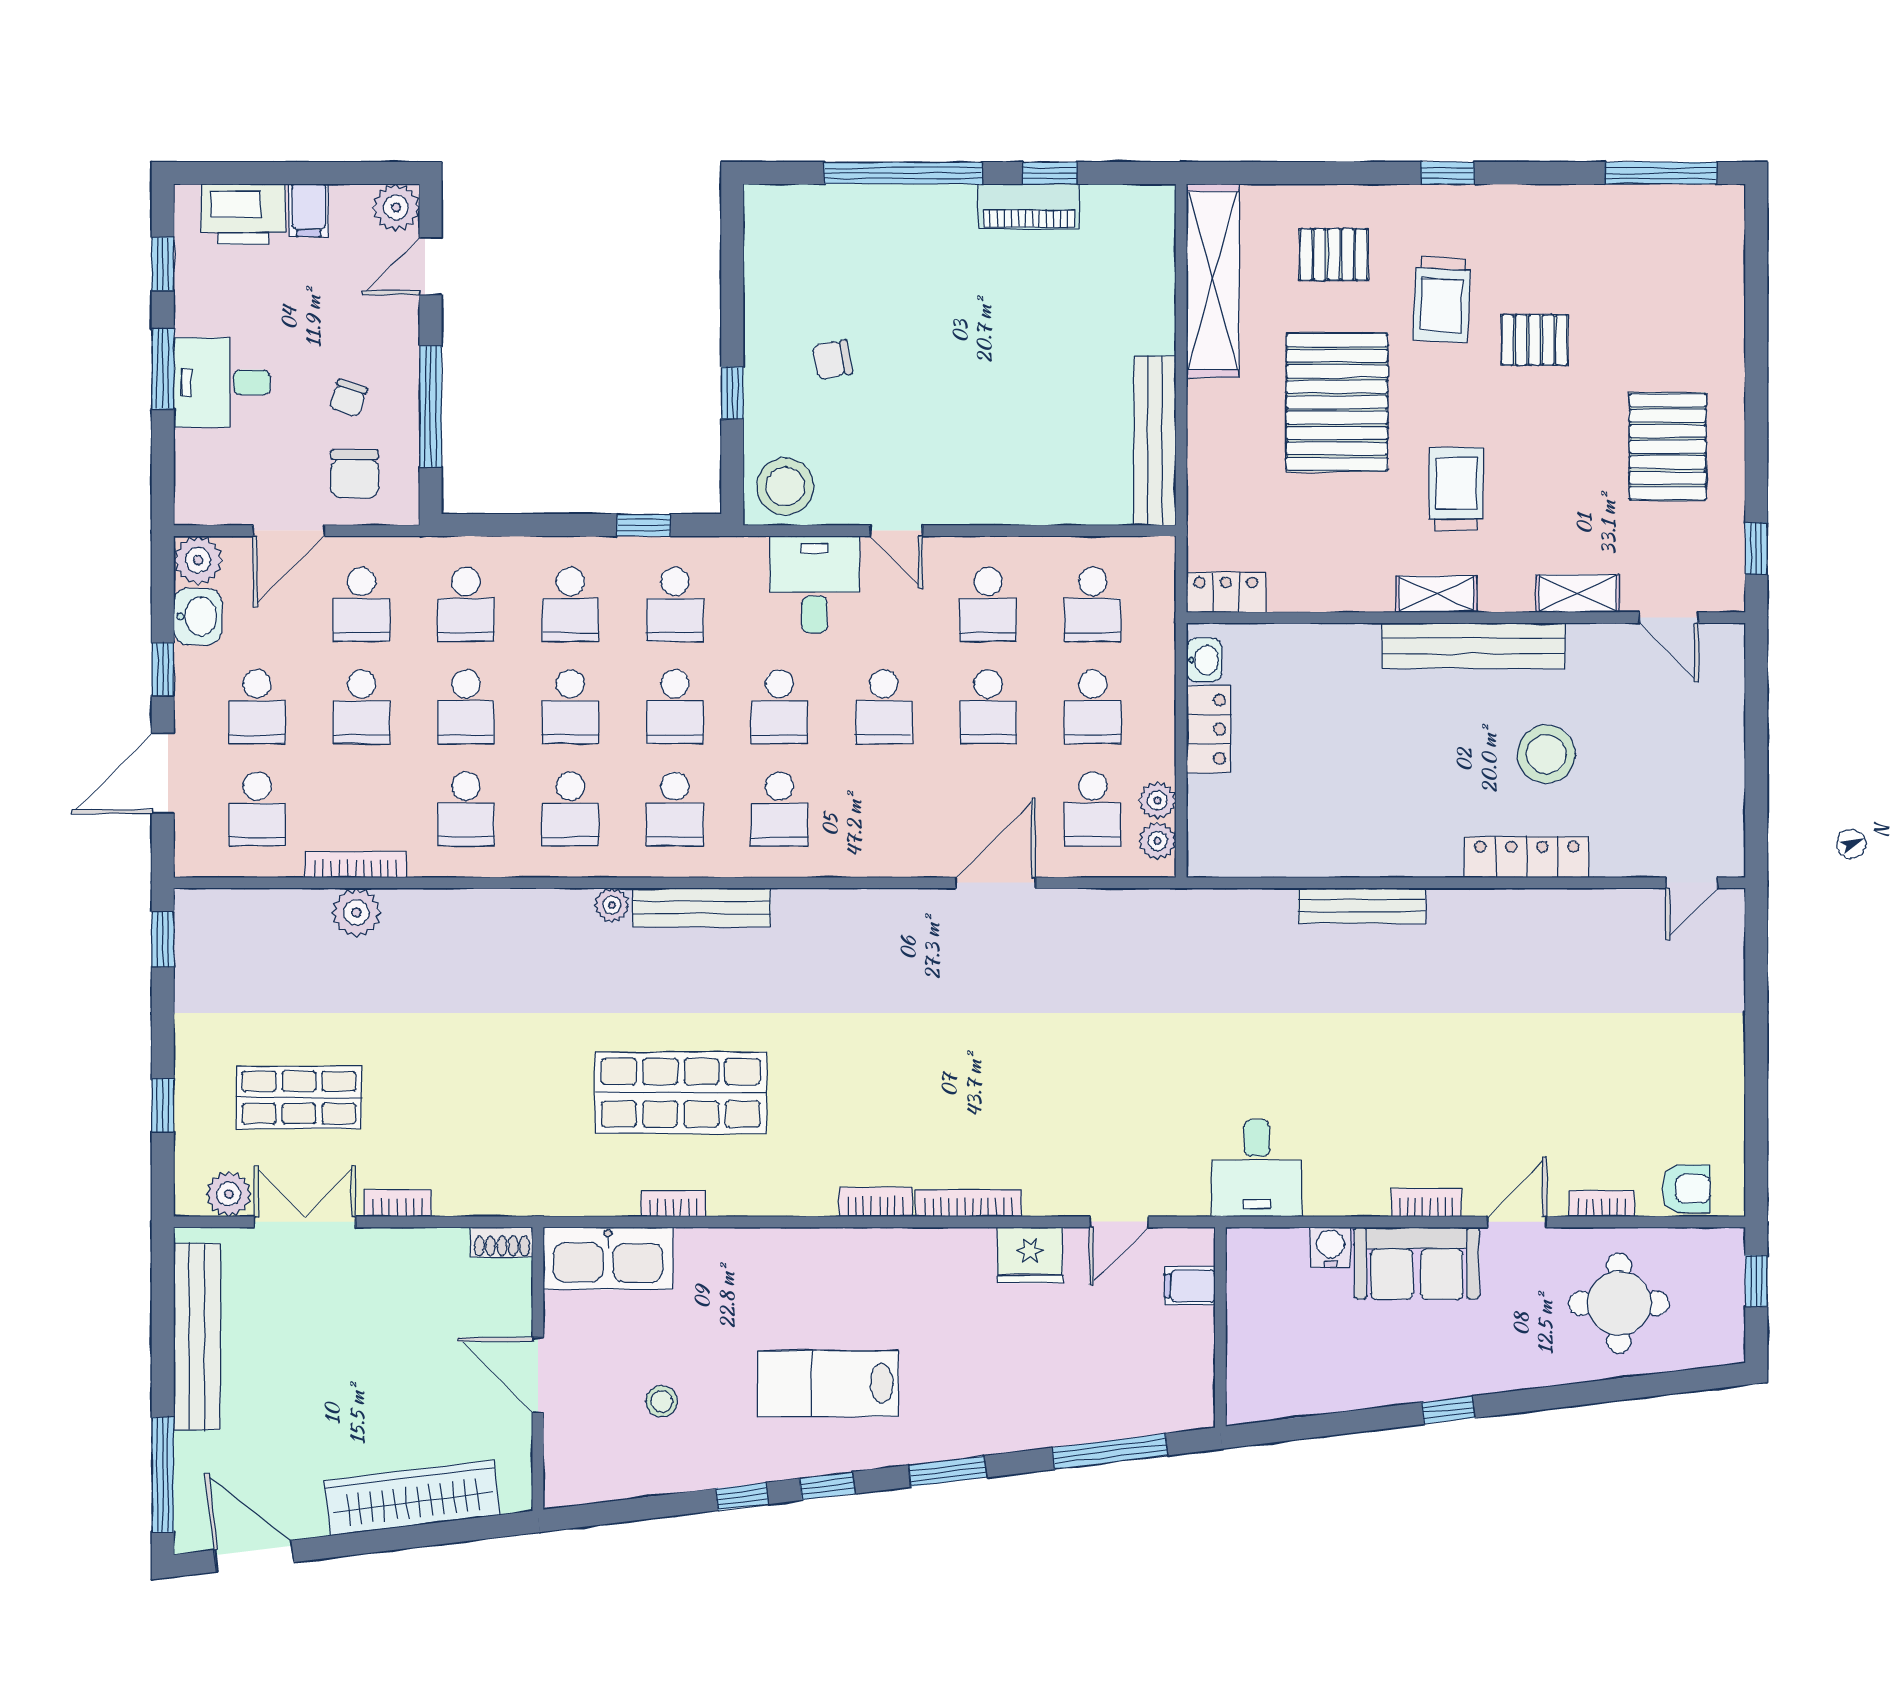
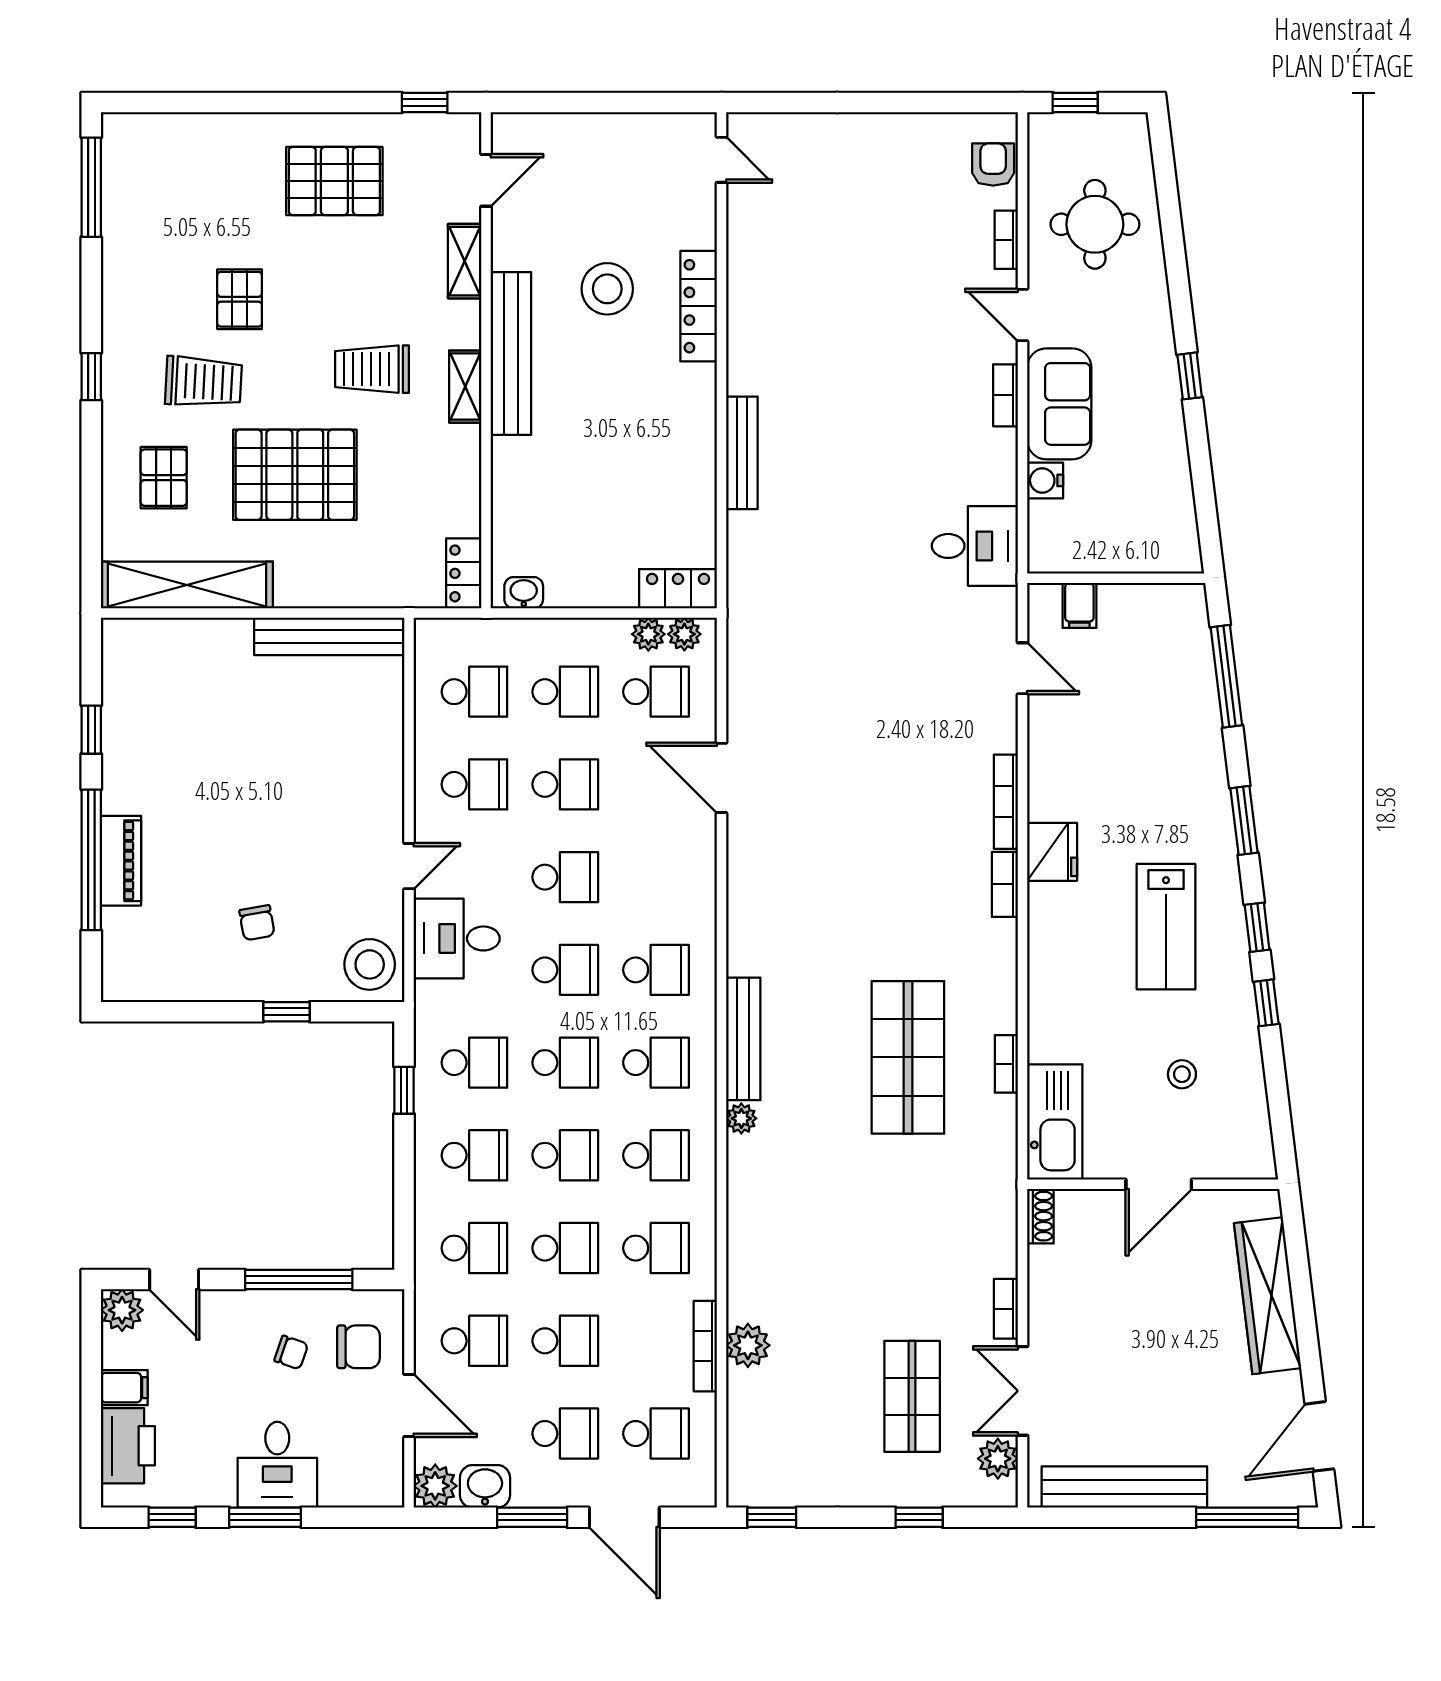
piano: (1029, 206) -> (121, 861), moved
window: (163, 669) -> (532, 1517), width x1.50
locker: (1209, 729) -> (678, 589), moved
fridge: (1030, 1255) -> (1052, 852), moved

